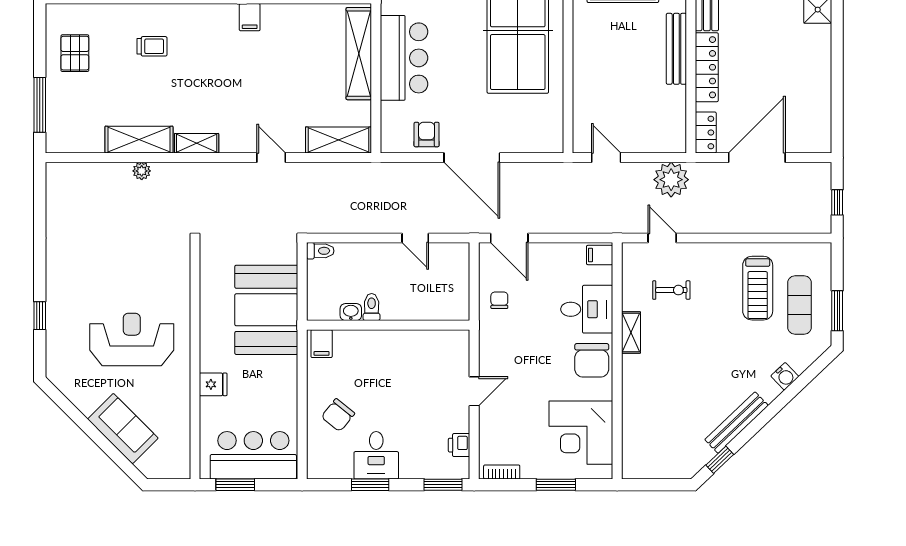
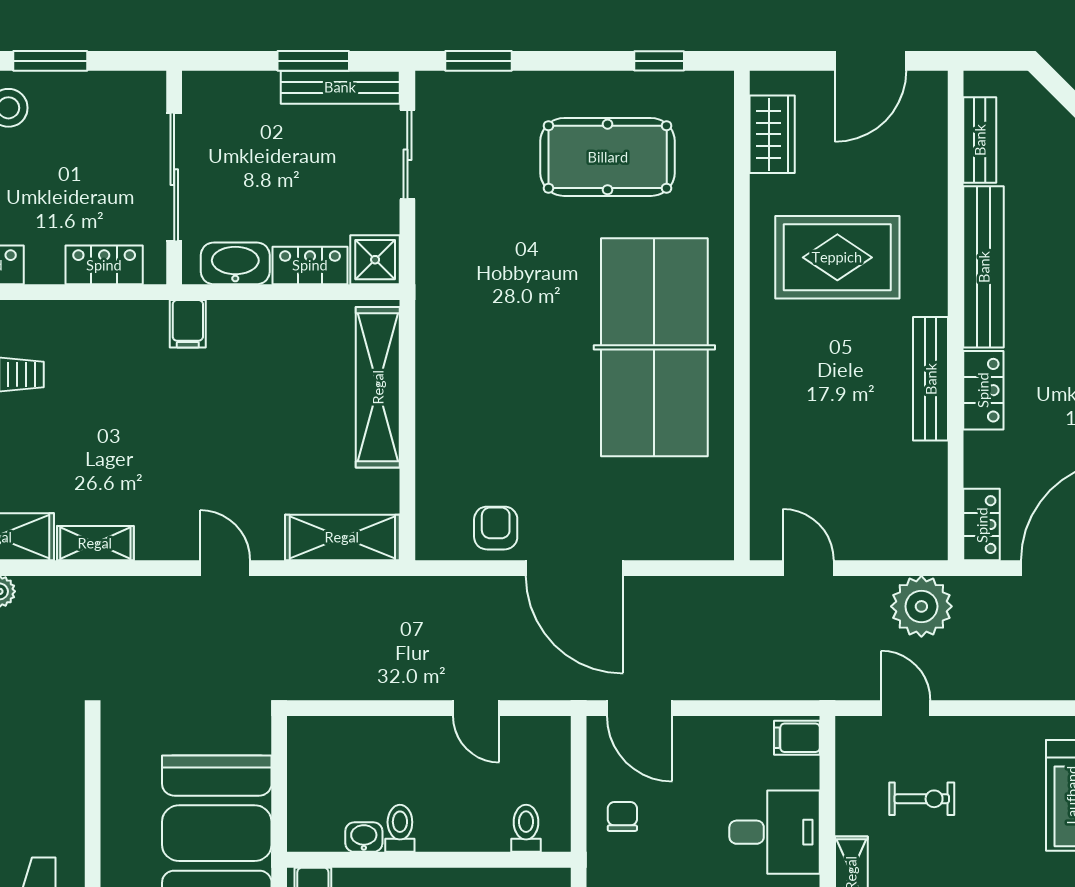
bar counter: (404, 58) -> (456, 395), removed
locker: (707, 67) -> (983, 390), width x0.66
toilet: (320, 251) -> (526, 828), moved, turned -90

